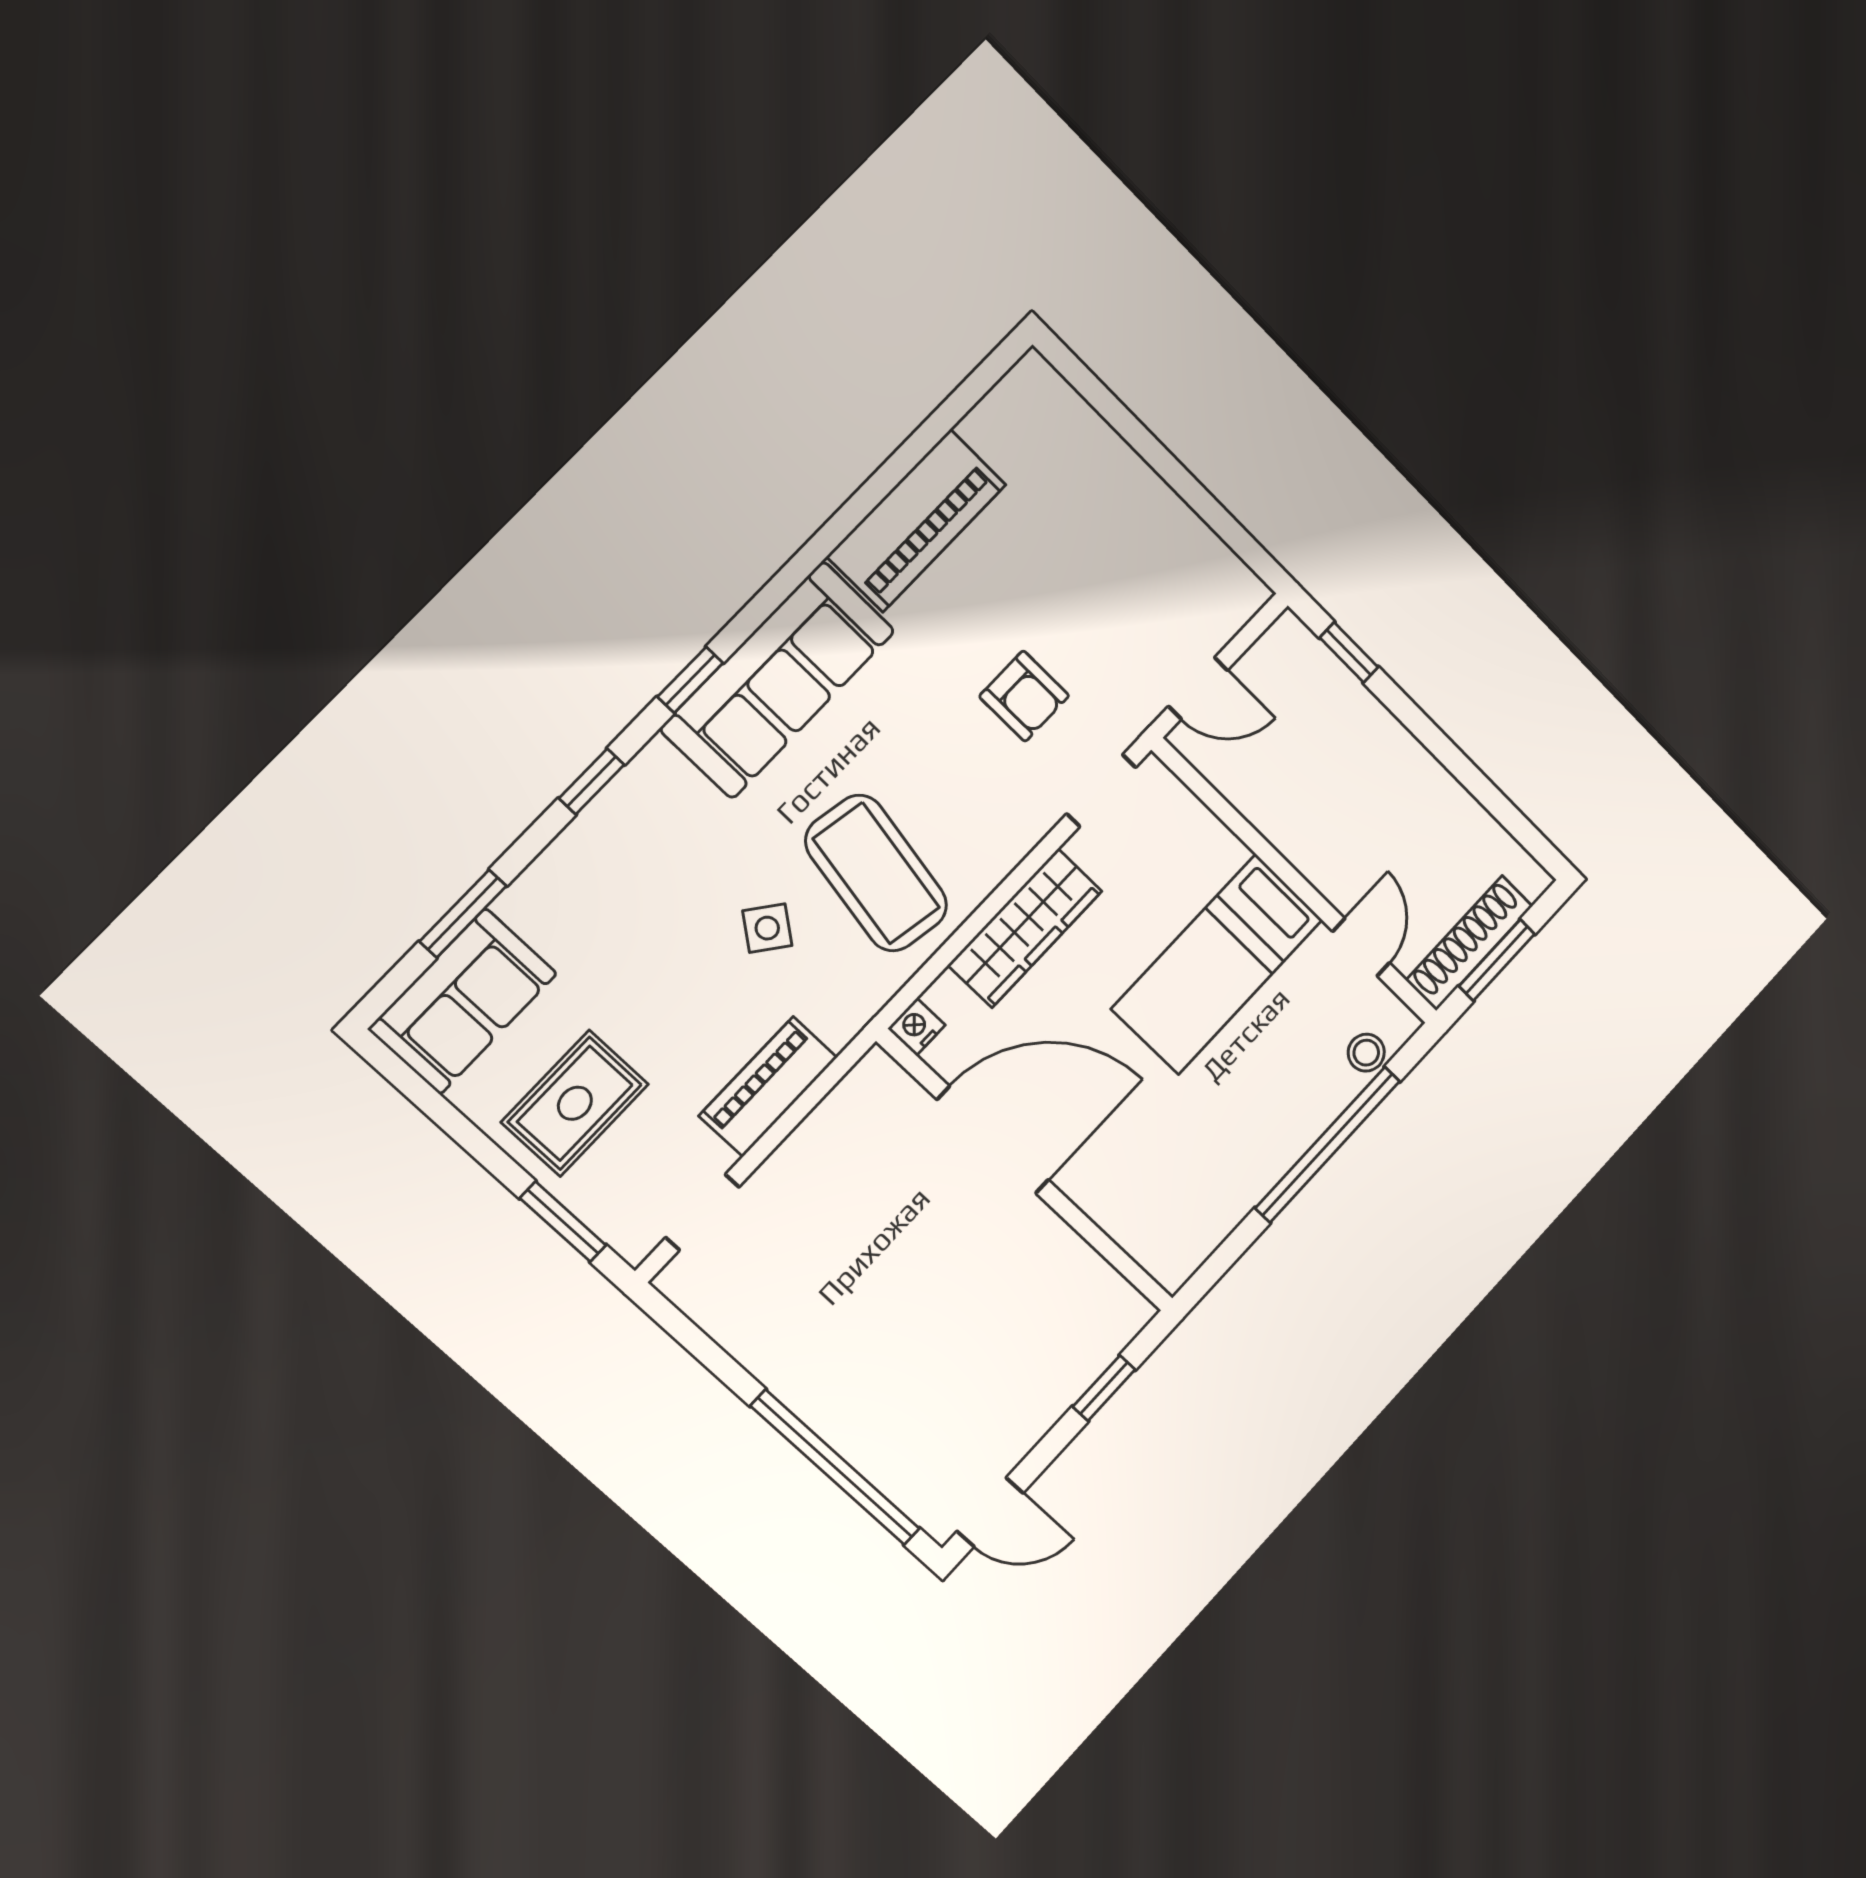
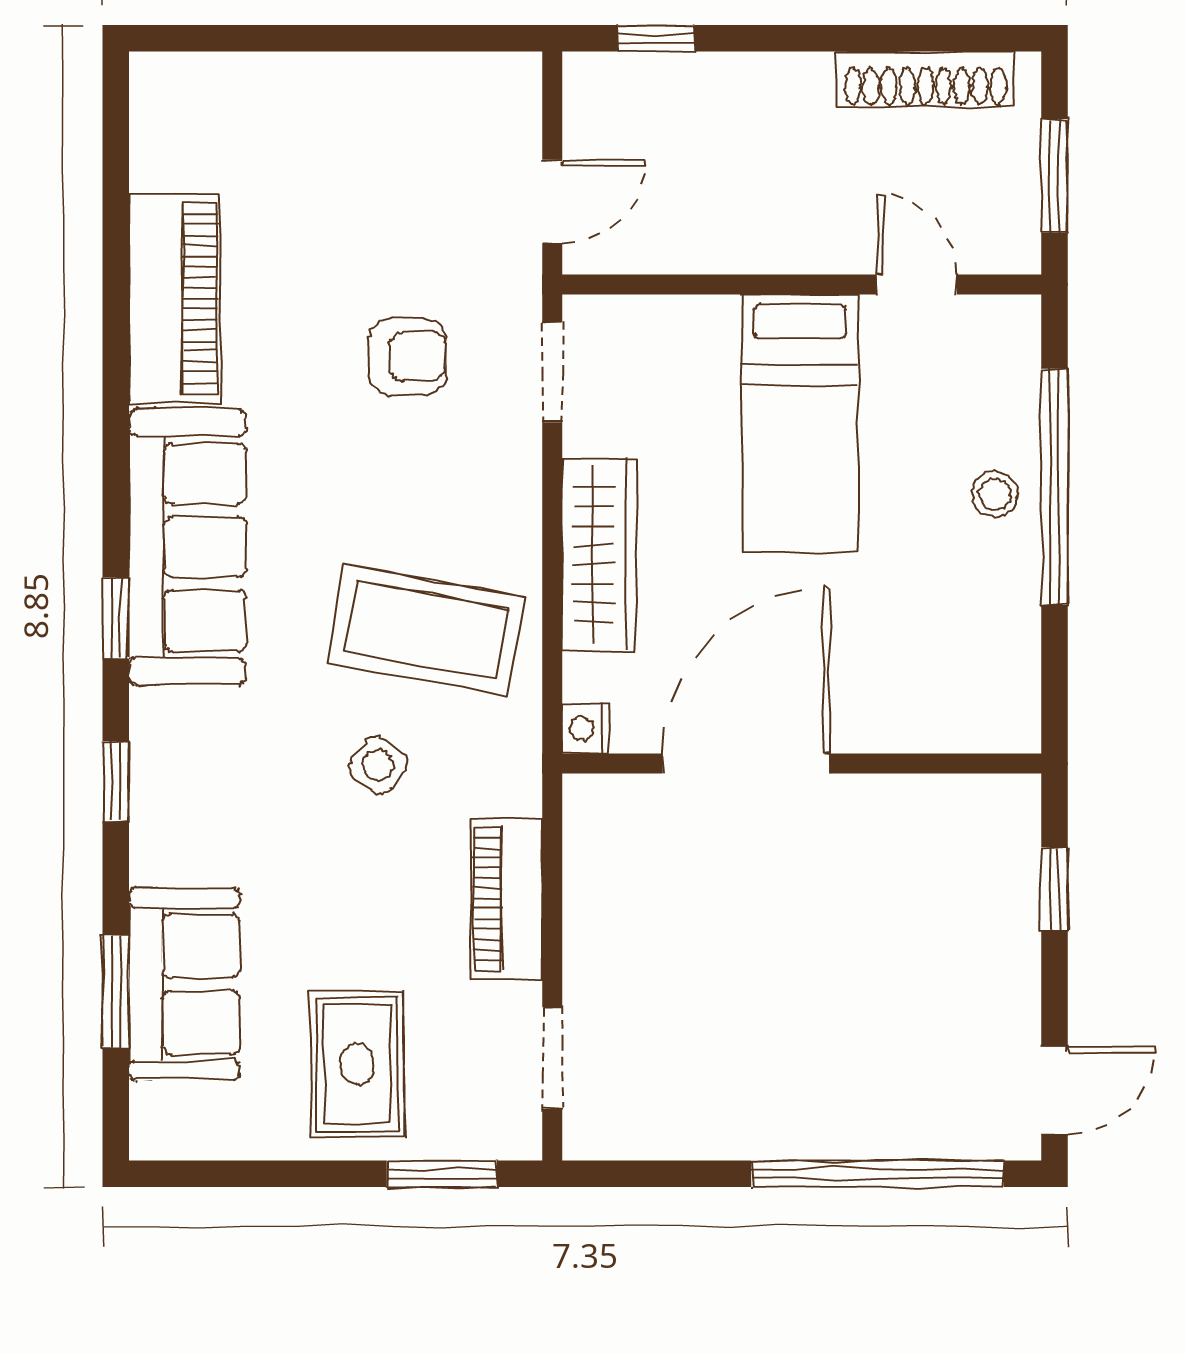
shoe rack: (1469, 943) -> (926, 79), moved, turned -90
sofa: (463, 1001) -> (184, 984), moved
stool: (1366, 1053) -> (995, 494), moved

